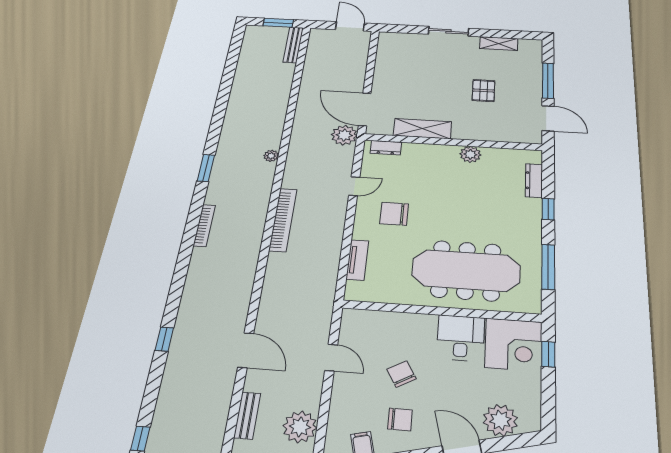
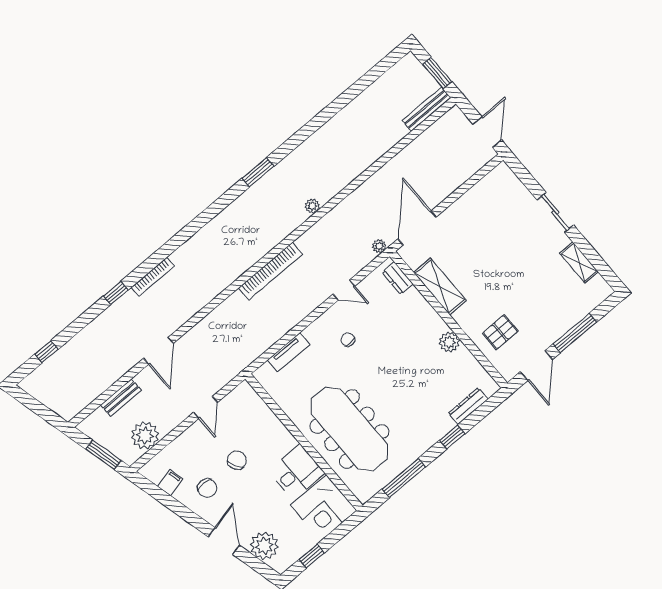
pallet: (484, 91) -> (500, 332), moved
plant: (344, 135) -> (379, 246), width x0.53, depth x0.53
chair: (394, 214) -> (348, 340), width x0.54, depth x0.54
bookcase: (204, 225) -> (153, 277), moved
window: (548, 354) -> (312, 556), moved

